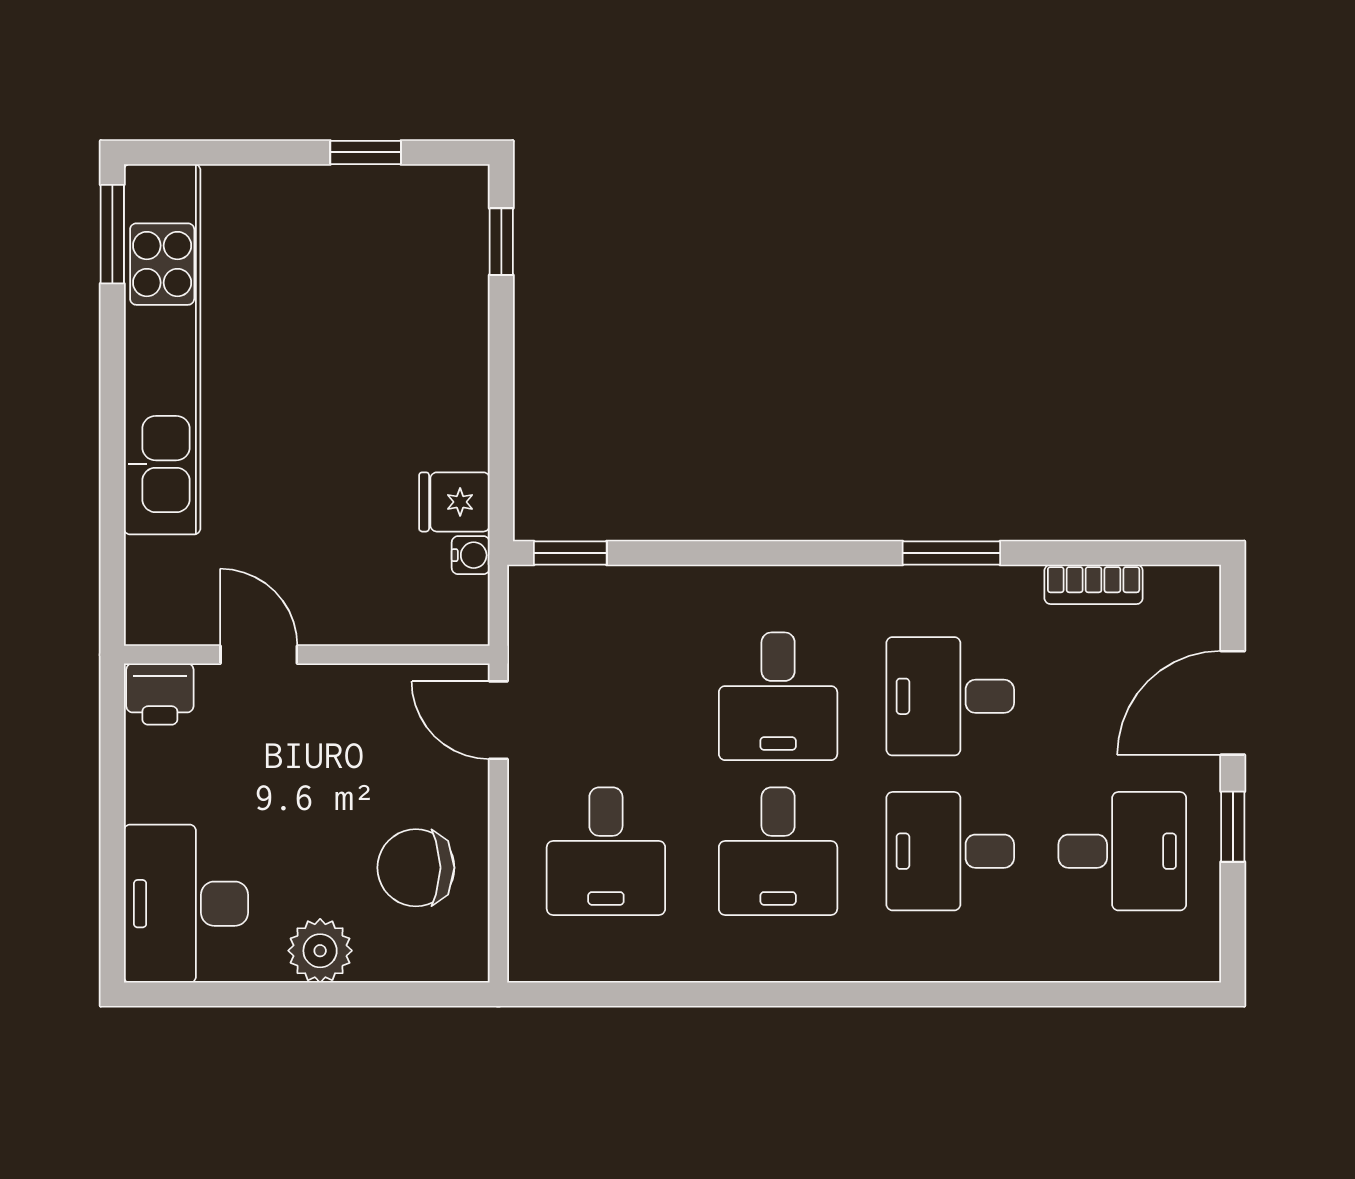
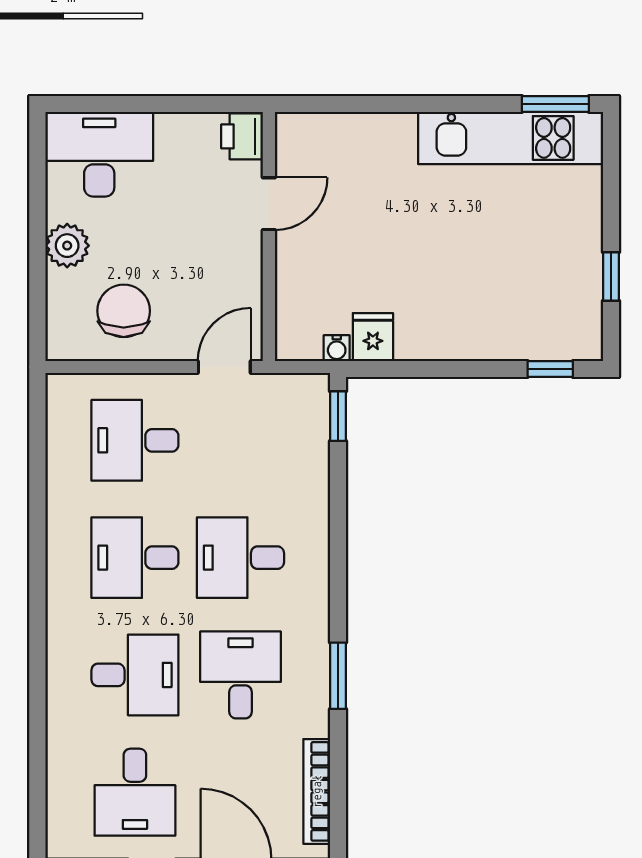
kitchen unit: (162, 349) -> (511, 138), width x0.73
bookcase: (1094, 584) -> (317, 791), width x1.56
desk: (950, 851) -> (135, 675), turned 90

